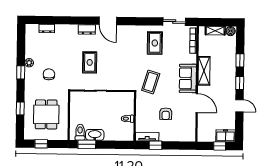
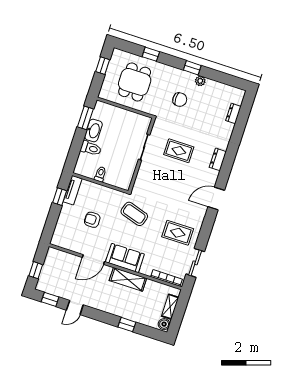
door: (108, 21) -> (216, 199), moved
window: (240, 83) -> (50, 299), moved
dining table: (46, 114) -> (135, 82), turned 90
toilet: (80, 132) -> (91, 148), moved
freezer: (225, 136) -> (45, 281), removed

